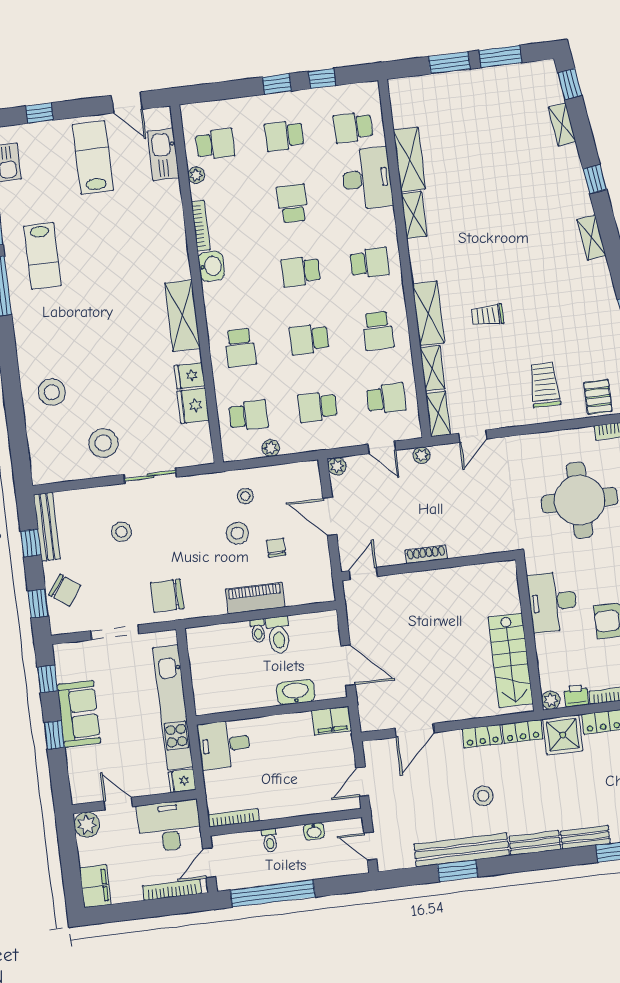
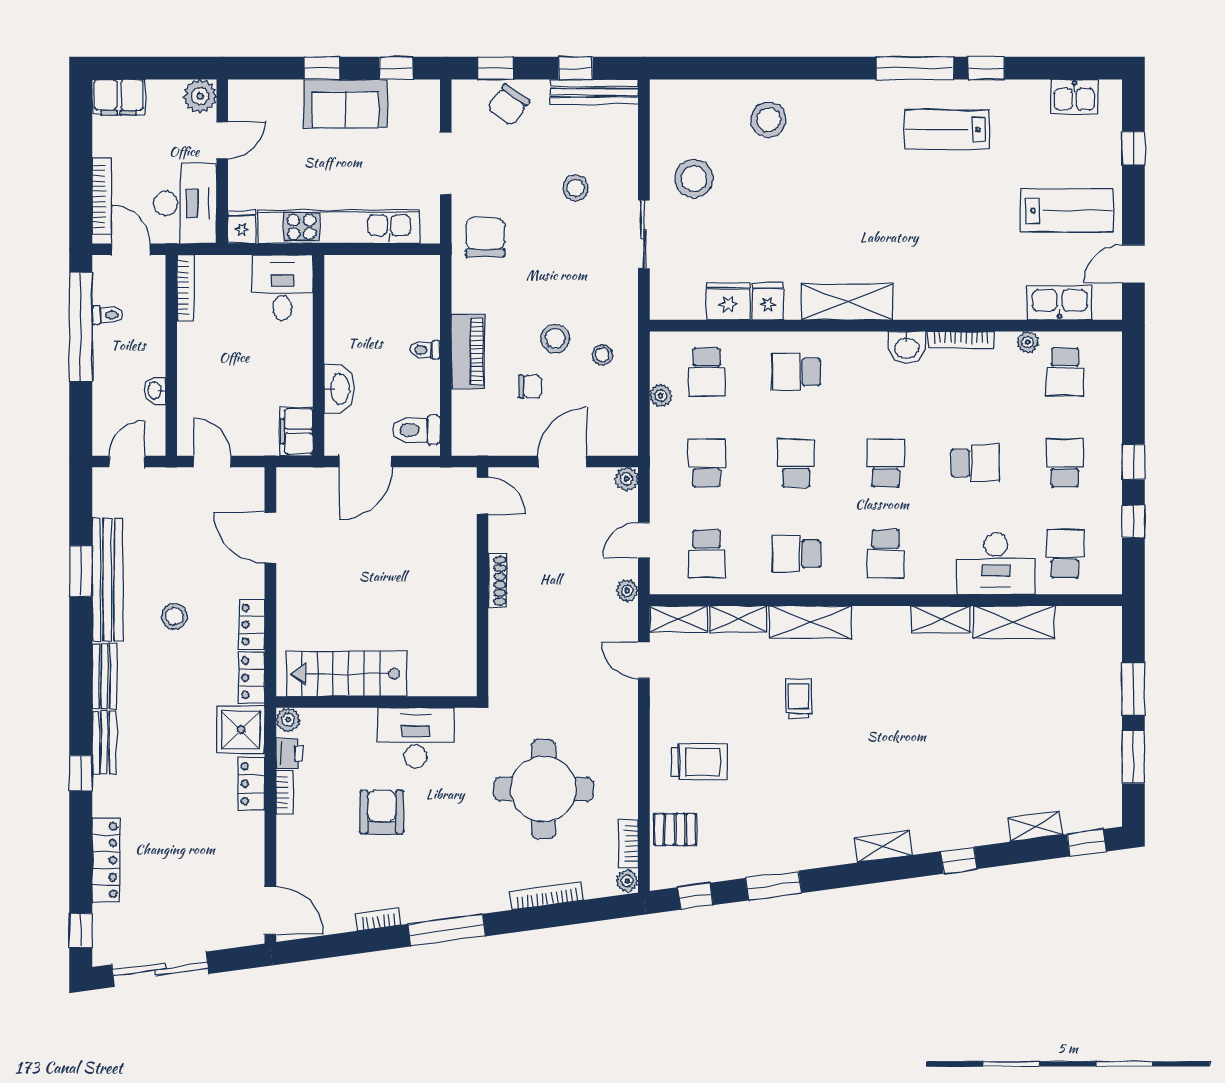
toilet: (279, 635) -> (416, 430), moved
toilet: (270, 840) -> (107, 315), moved, turned 180

